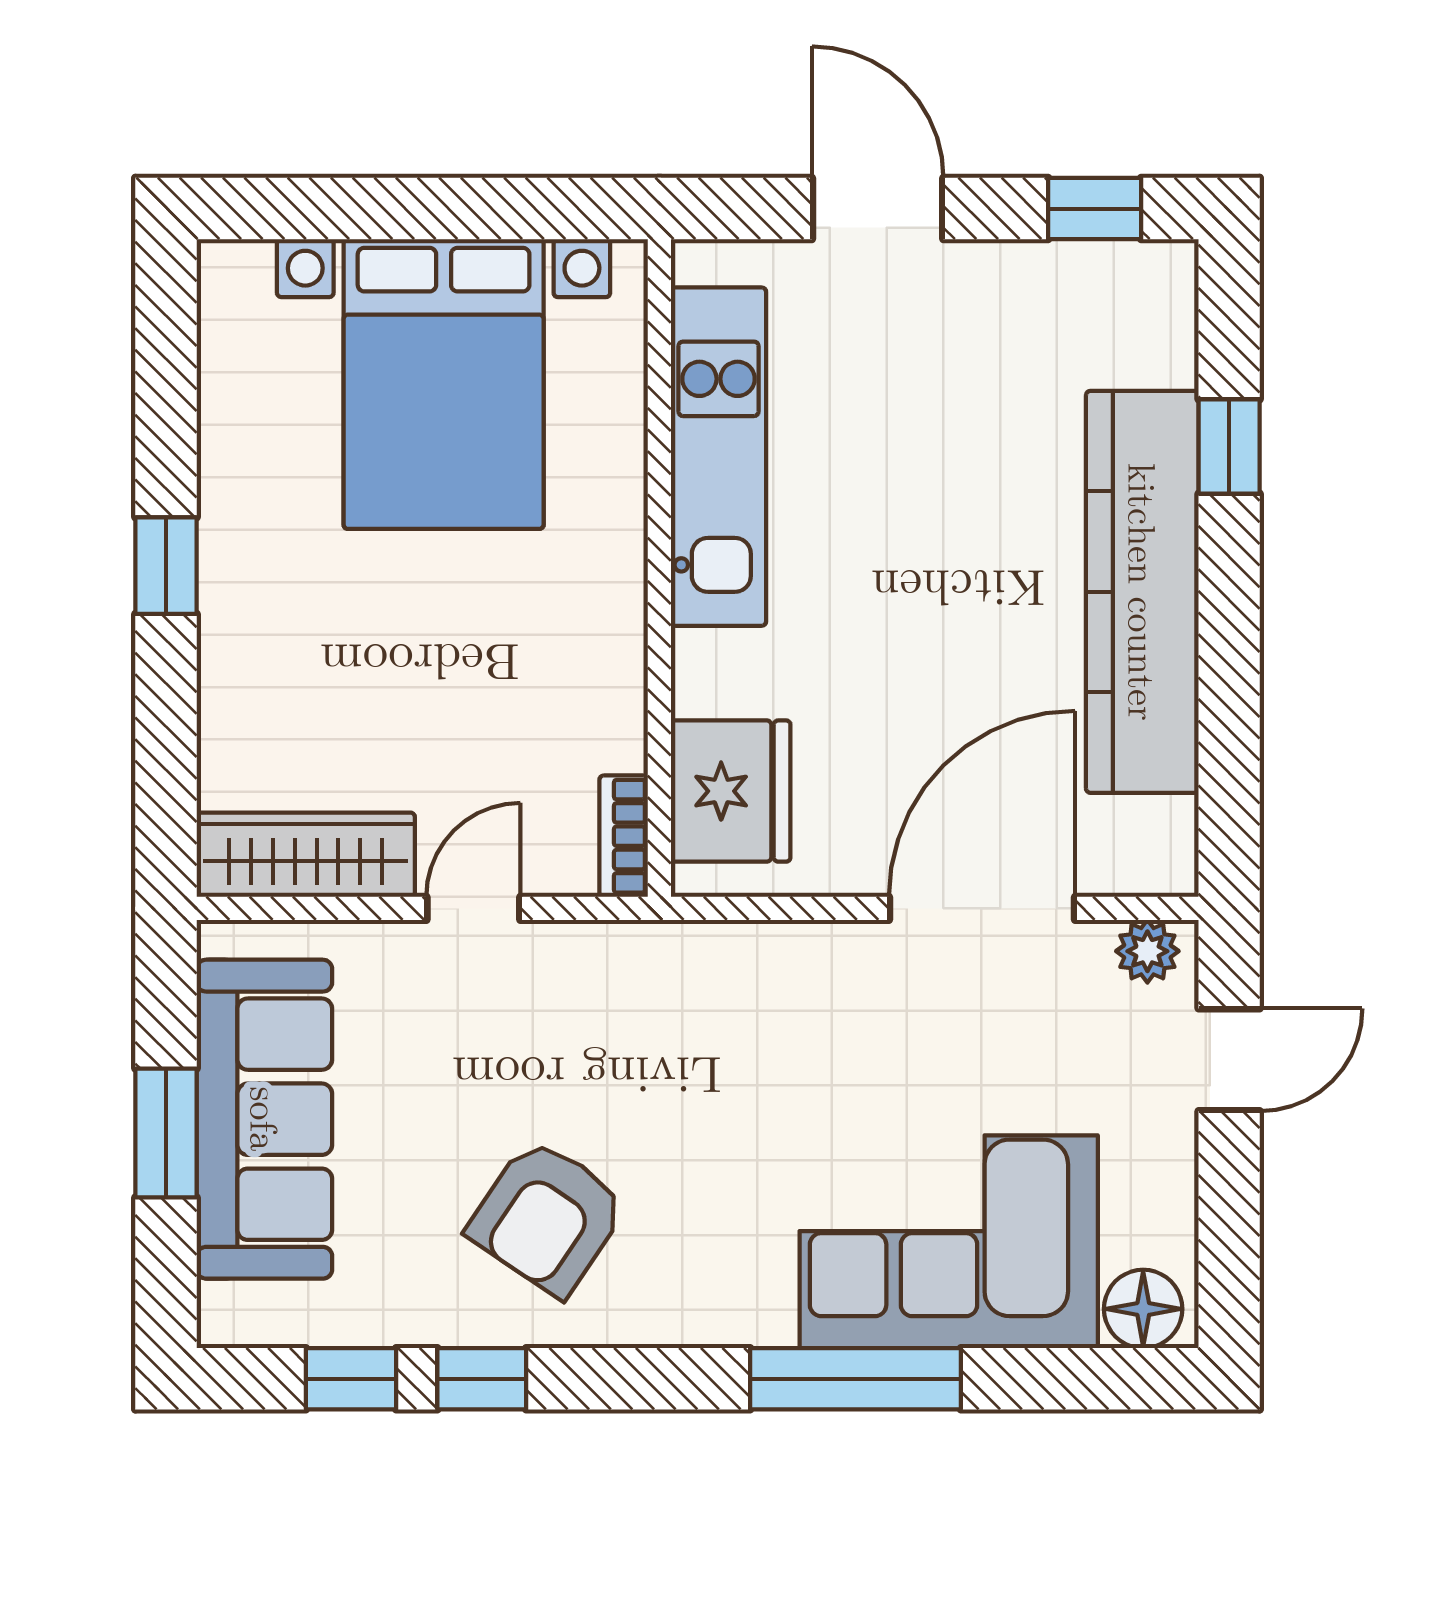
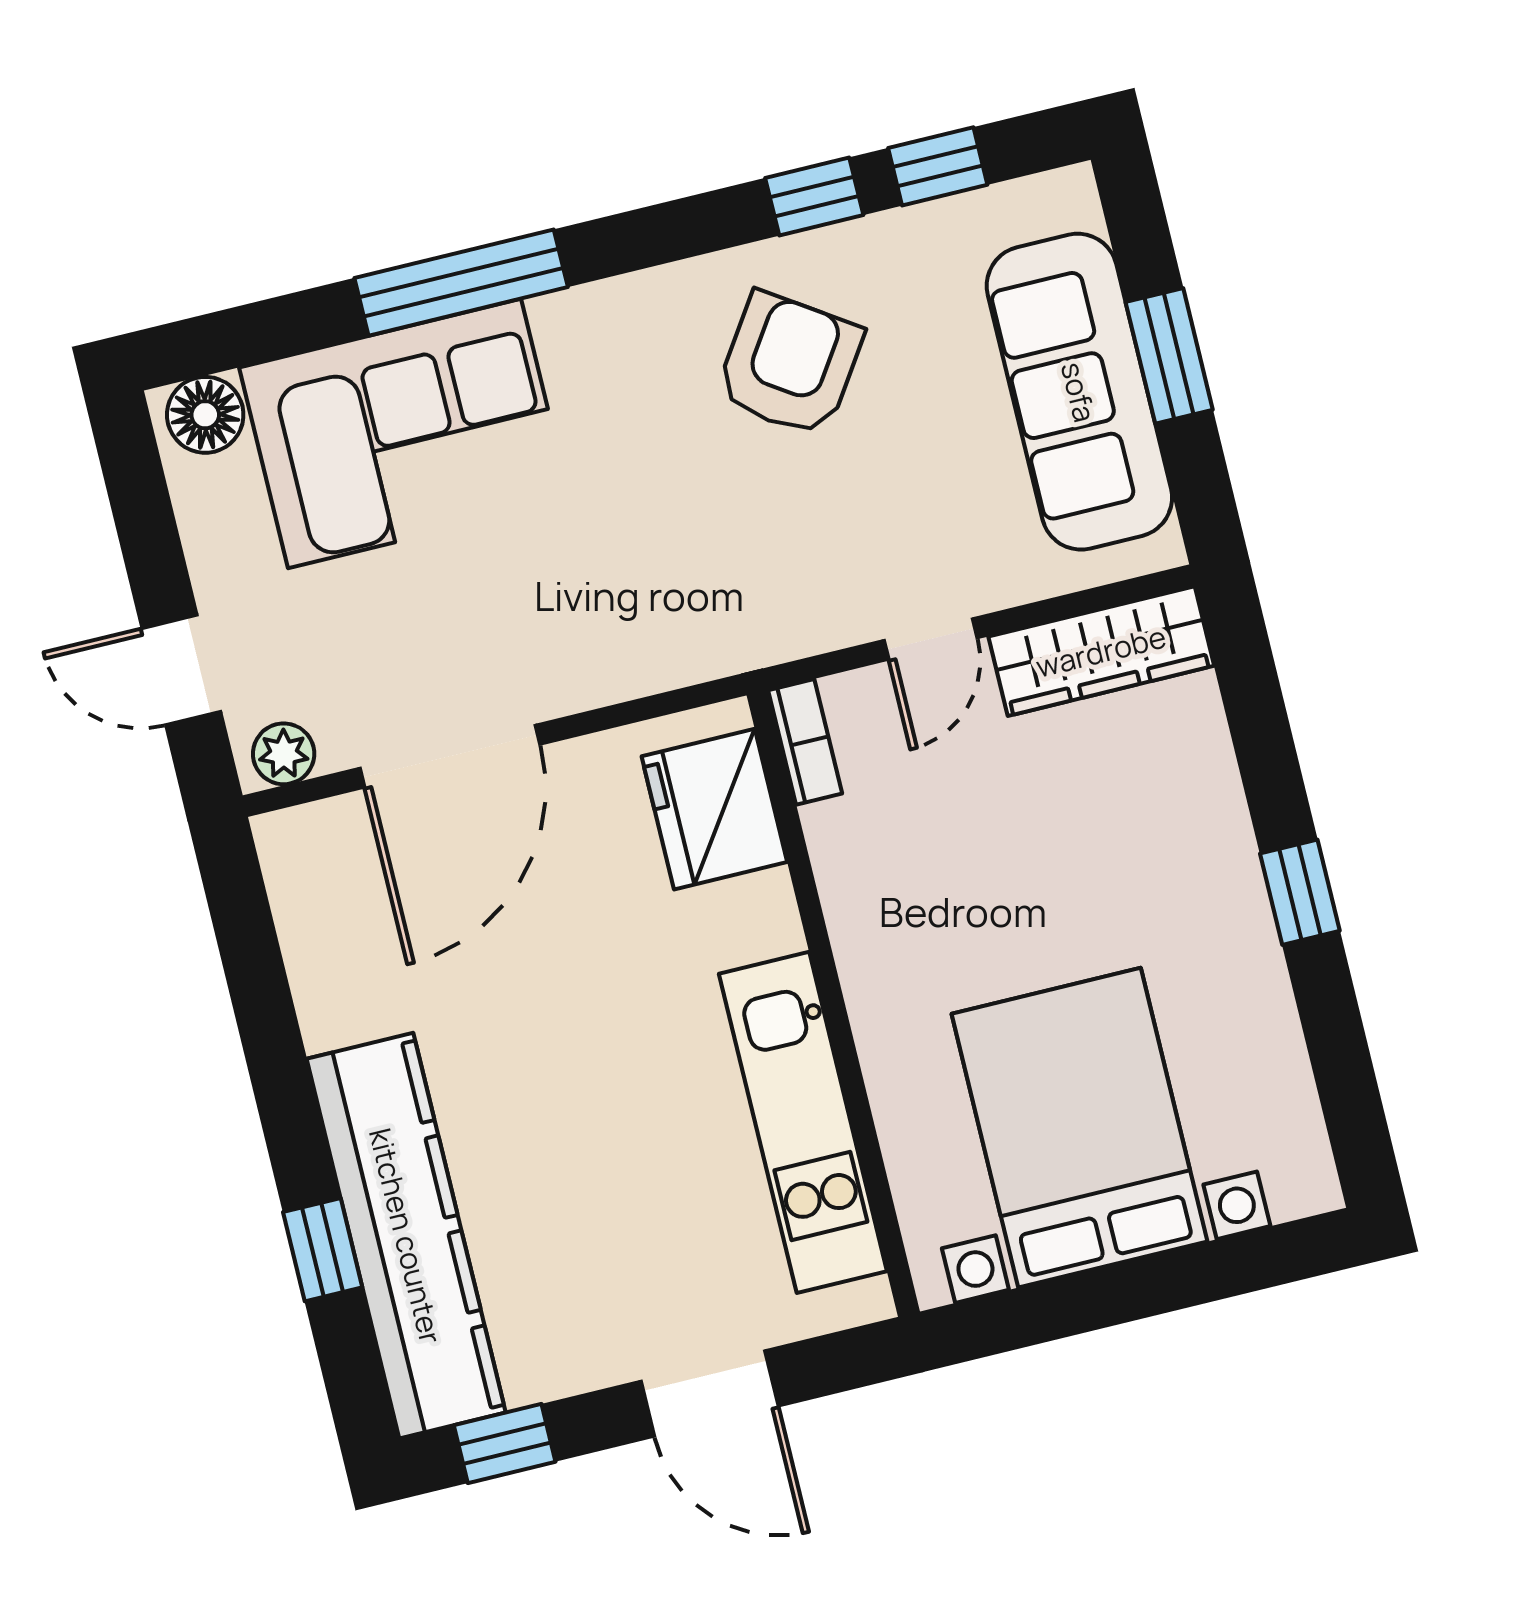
kitchen counter: (1142, 592) -> (406, 1236), moved
door: (1229, 1060) -> (181, 670), hinge flipped

